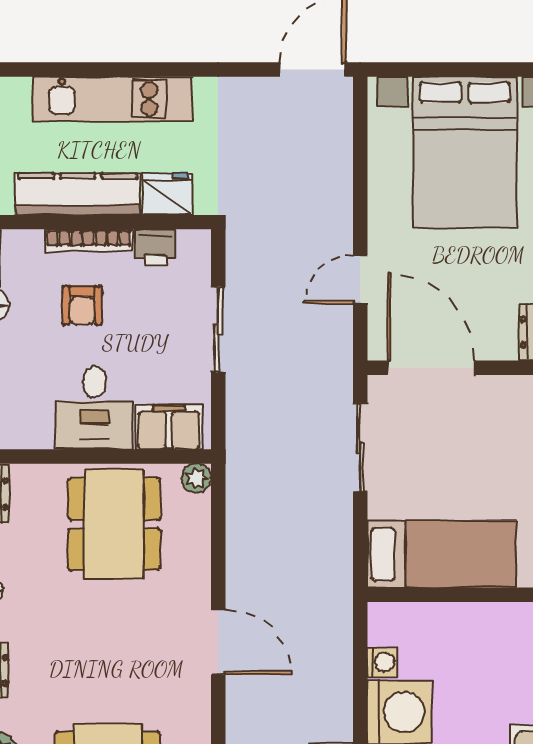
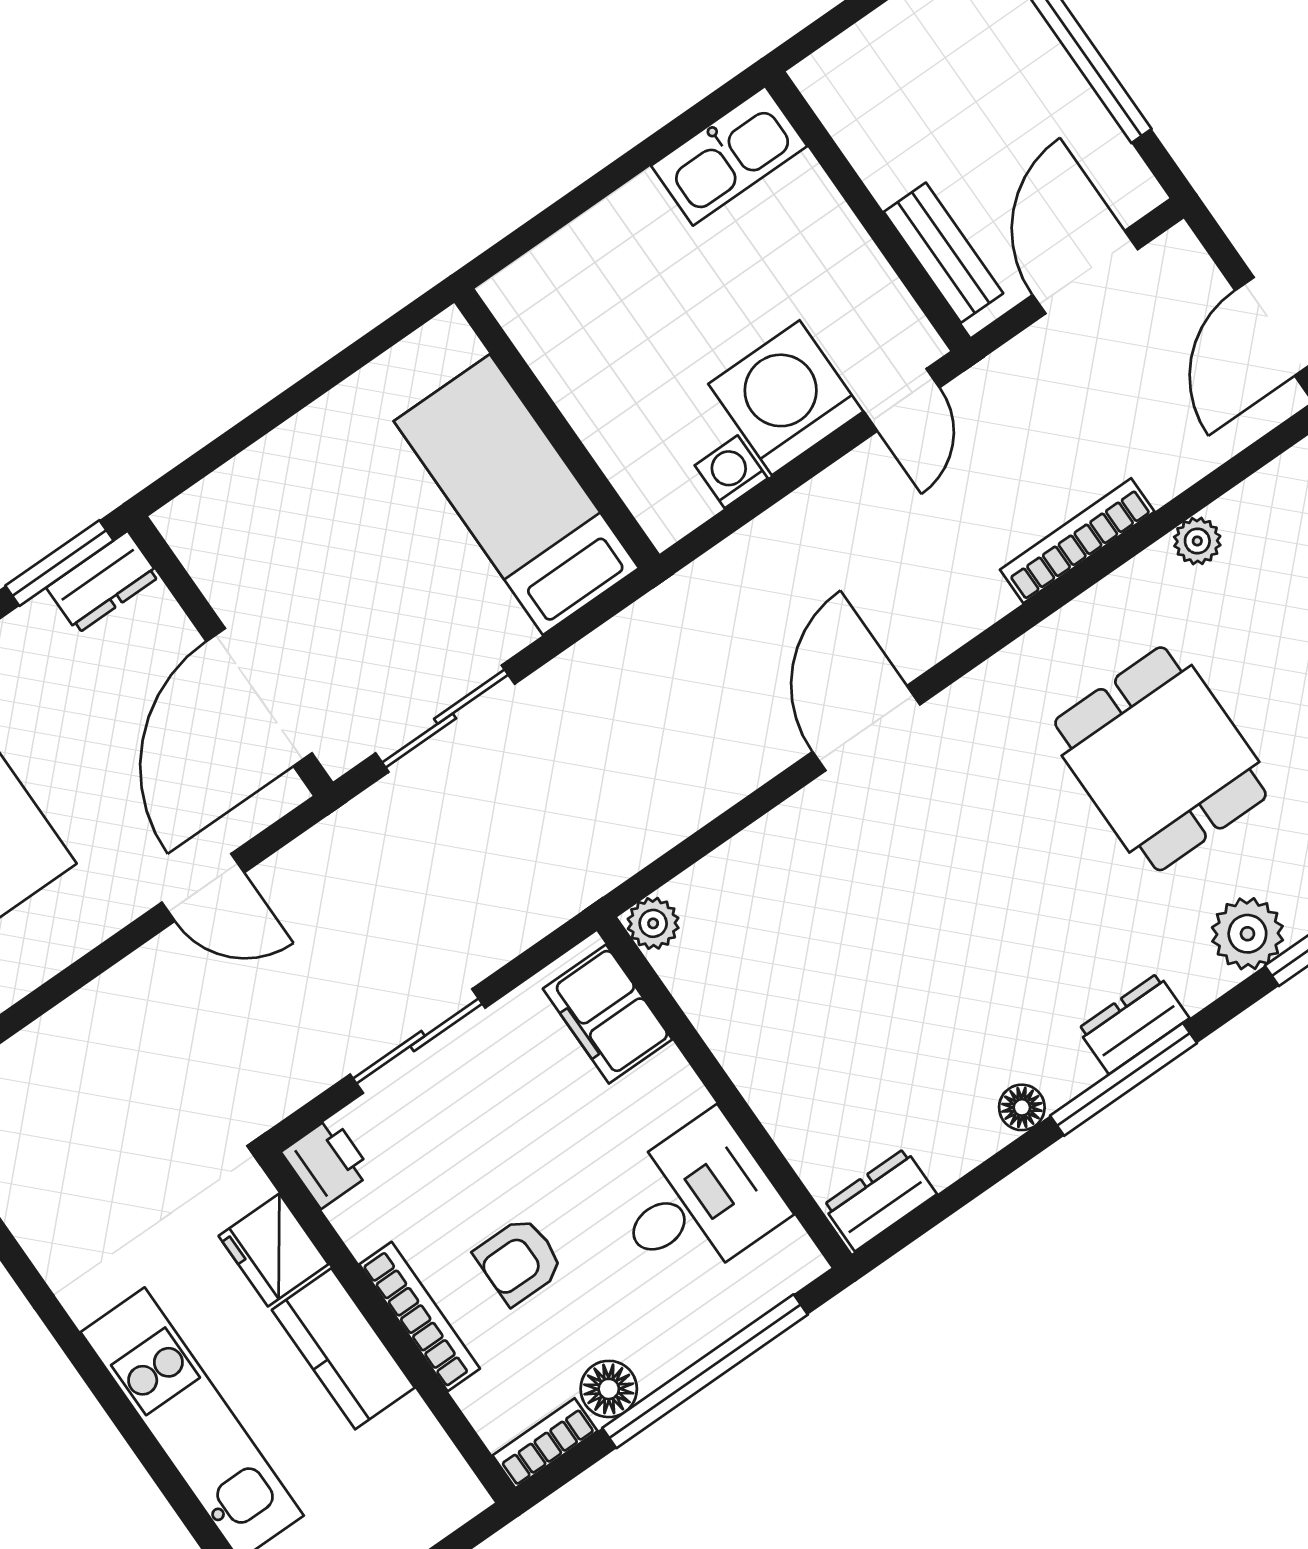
kitchen counter: (78, 194) -> (343, 1349), width x0.67
printer: (156, 247) -> (327, 1162), moved
armchair: (82, 305) -> (519, 1261), turned 180
desk: (94, 408) -> (696, 1201), moved
dining table: (114, 524) -> (801, 995), removed

